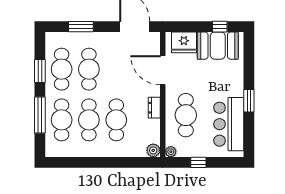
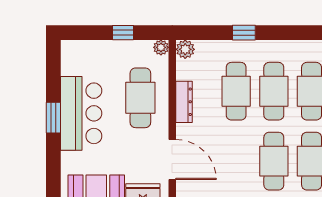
dresser: (154, 108) -> (184, 102), width x1.44
bar counter: (229, 124) -> (81, 113), moved
window: (111, 162) -> (244, 33), added

